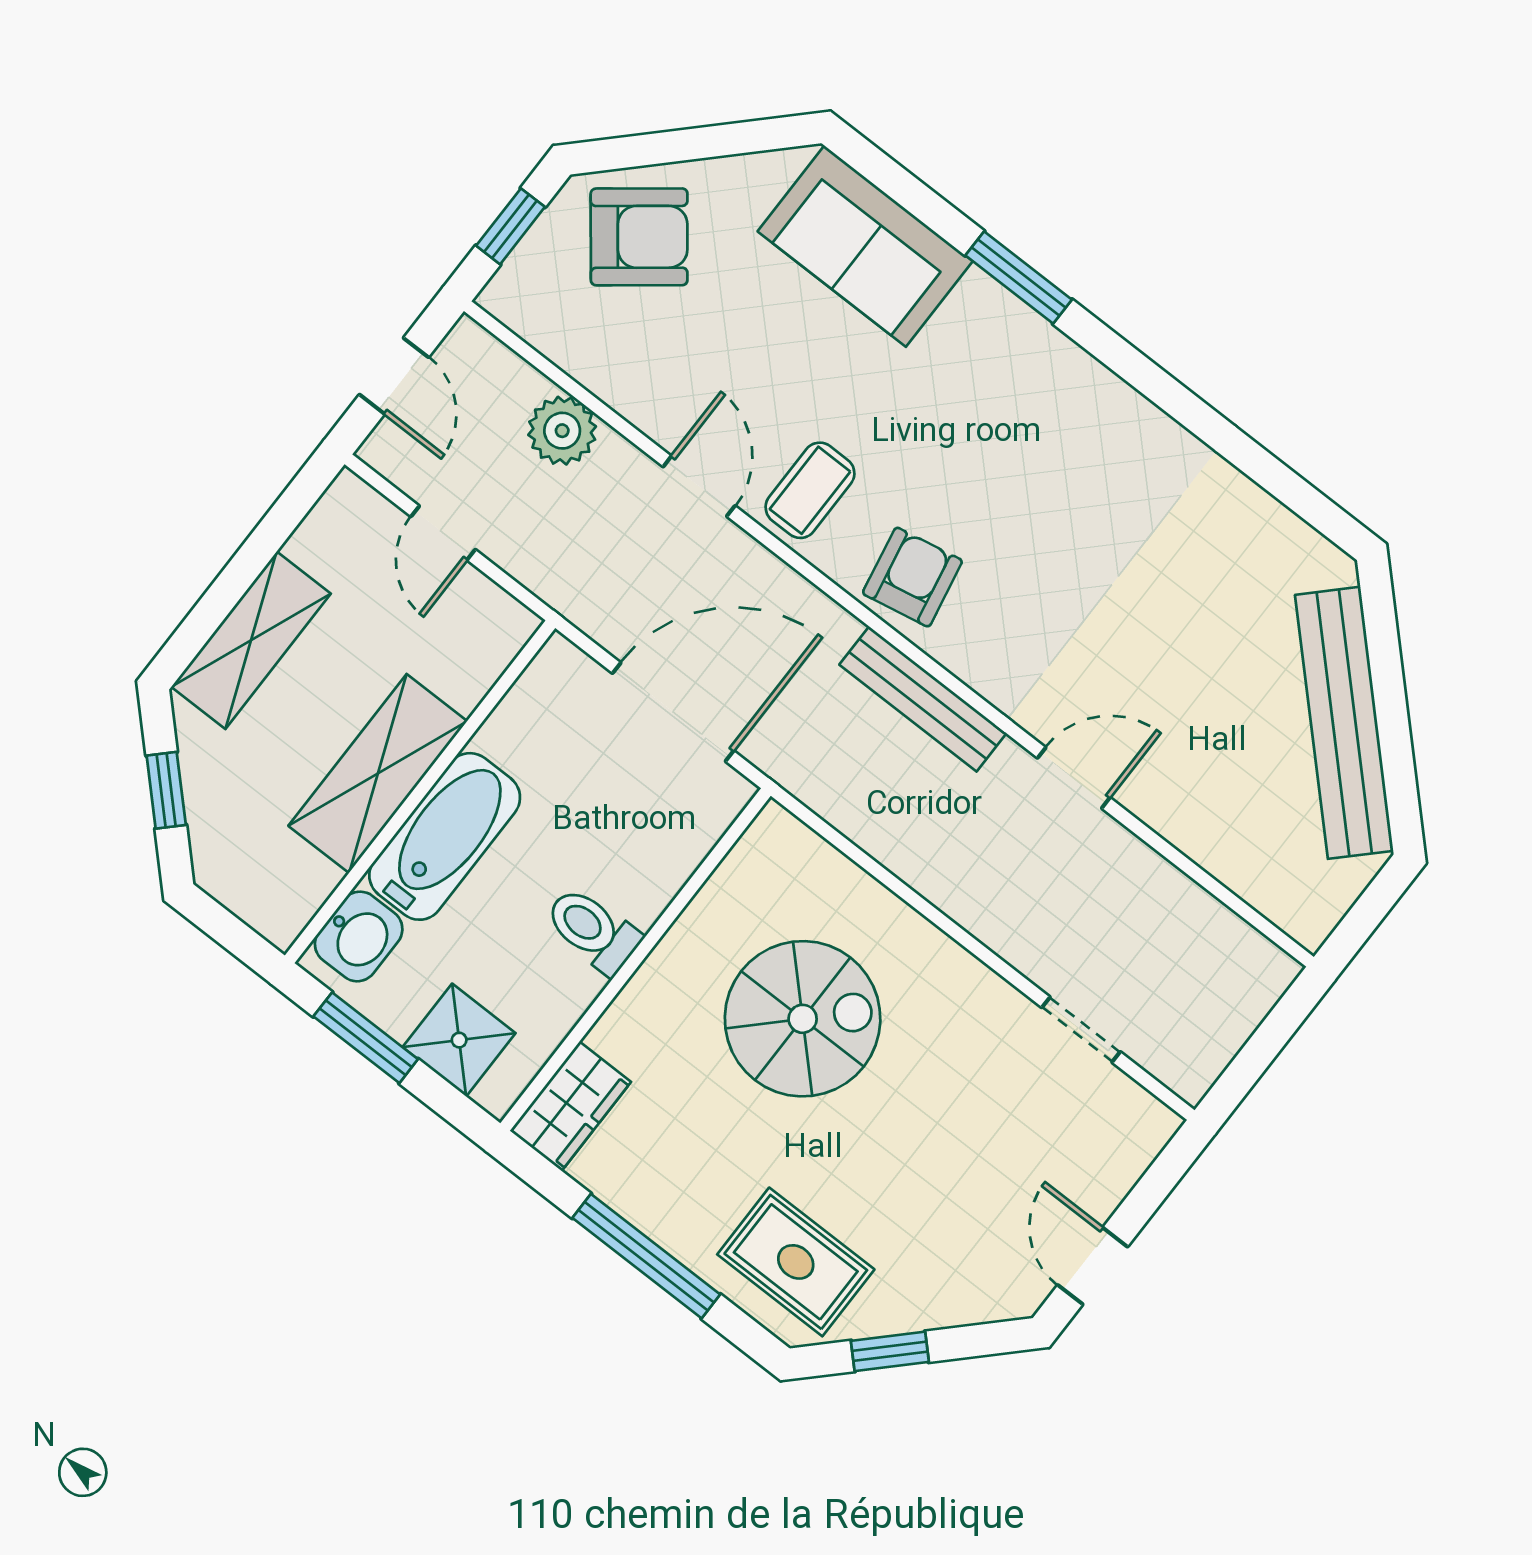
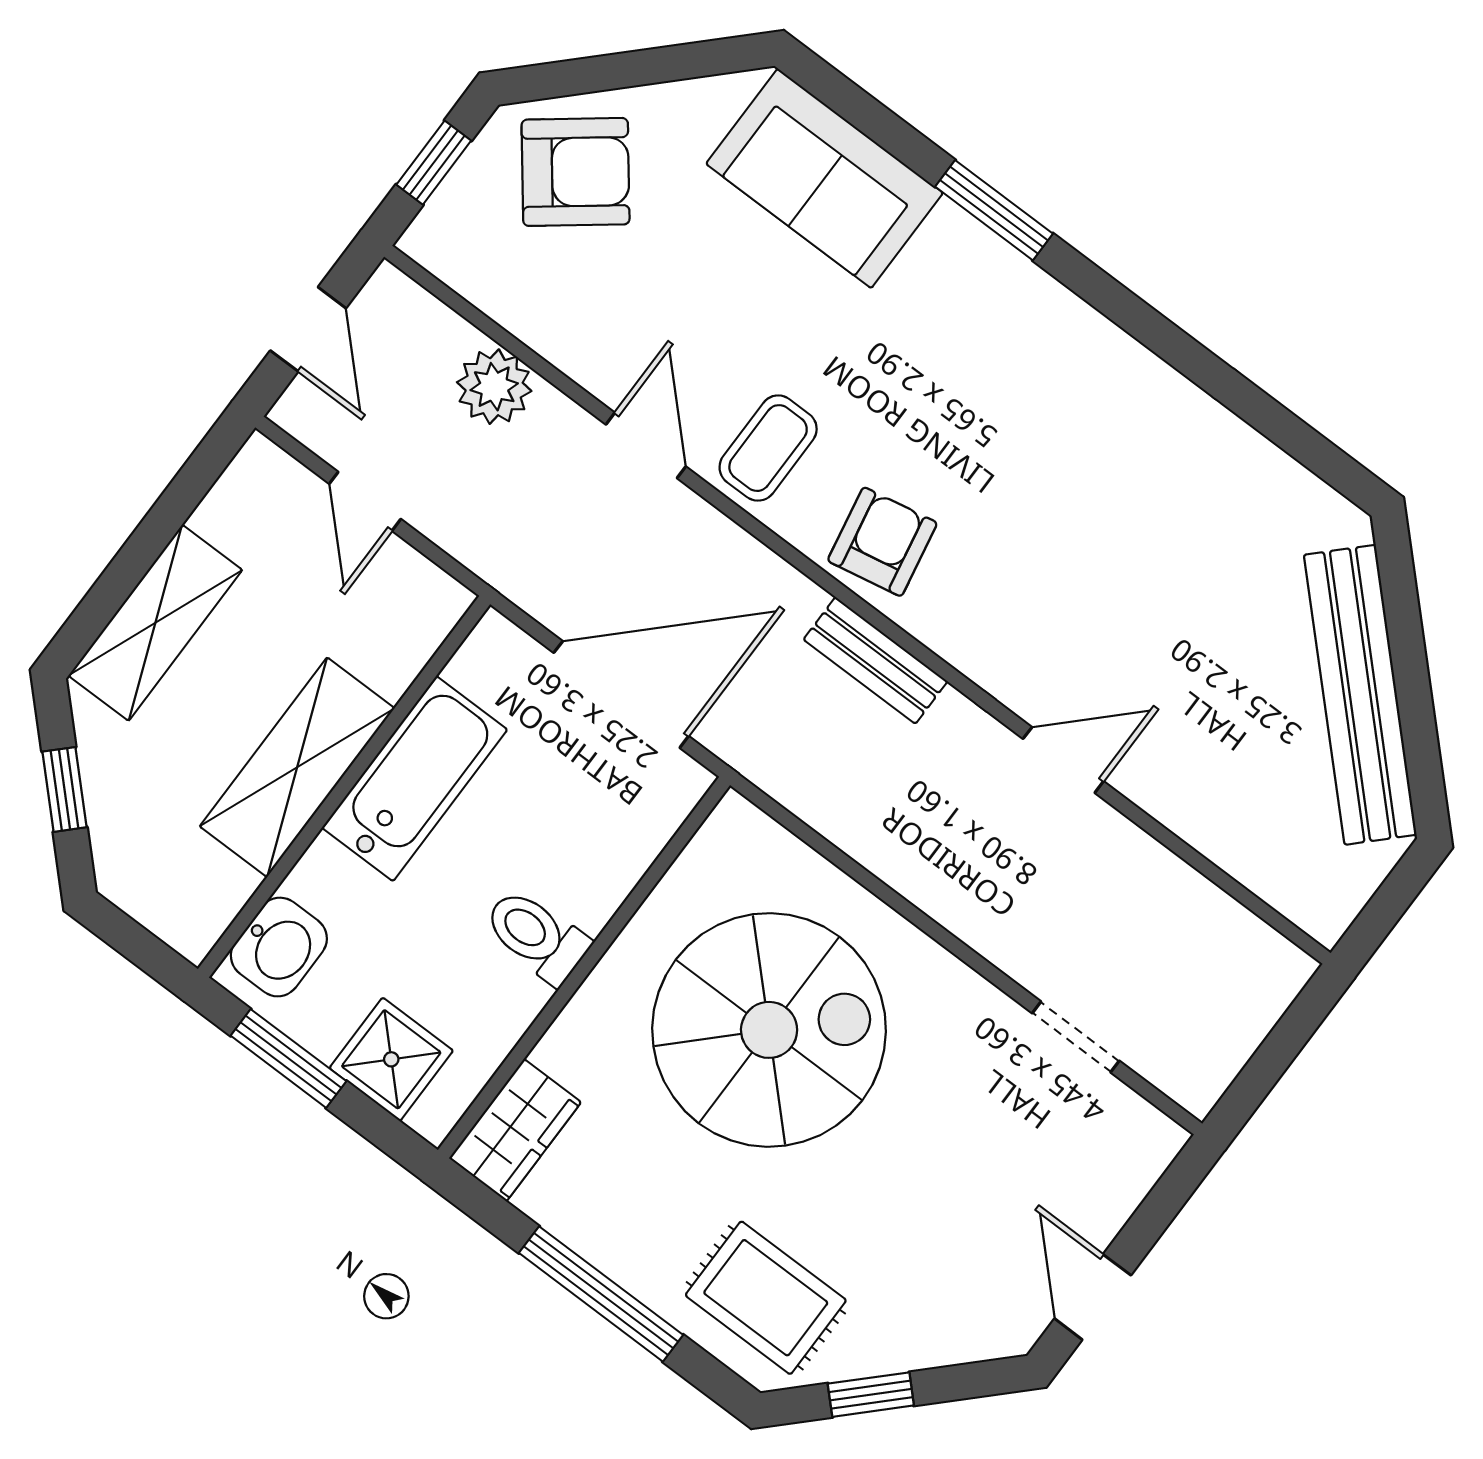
bench: (923, 699) -> (875, 660), width x0.73
bathtub: (445, 836) -> (415, 779), moved
spiral stairs: (803, 1019) -> (769, 1030), width x1.37, depth x1.37

